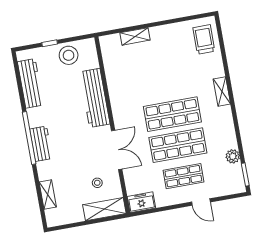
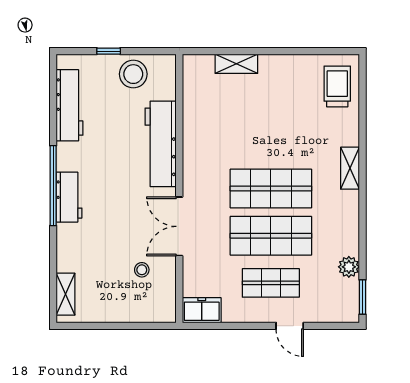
double door: (117, 150) -> (179, 226), swing flipped
shelving: (48, 194) -> (66, 294), moved
shelving: (104, 209) -> (145, 310), removed

